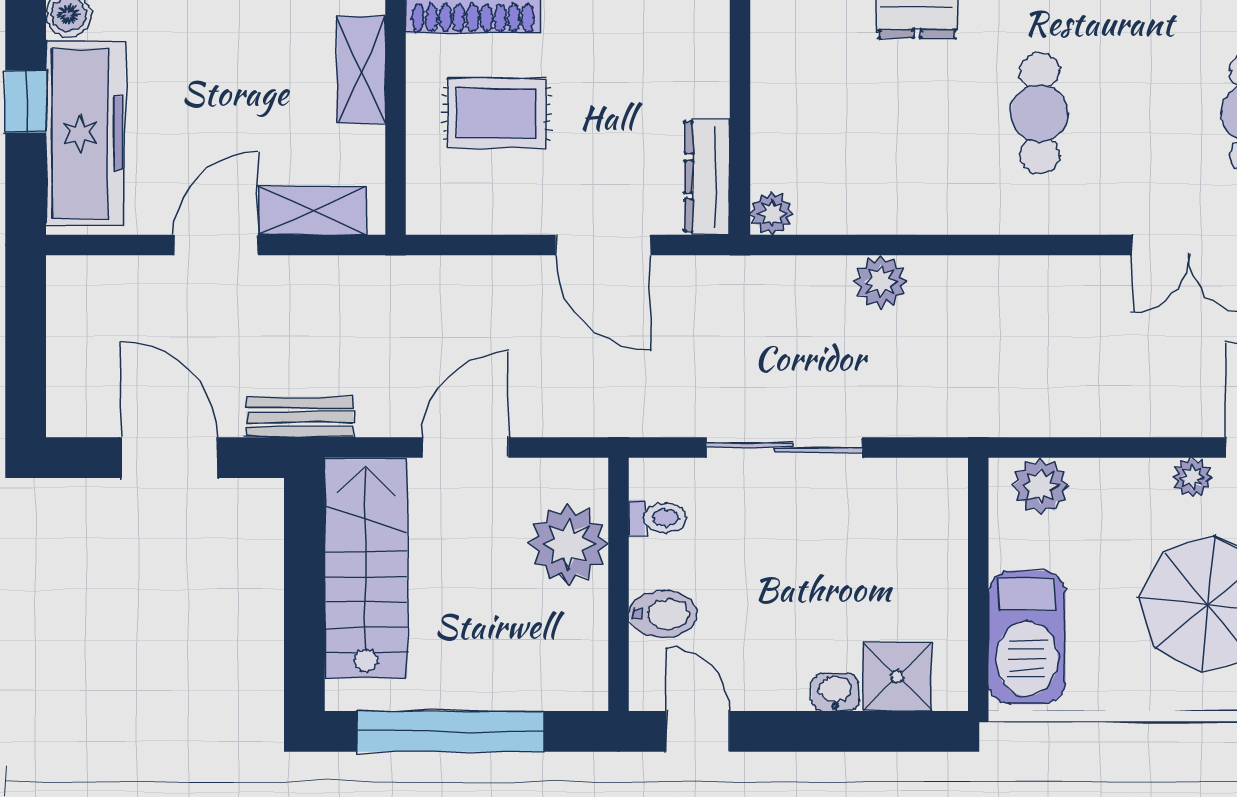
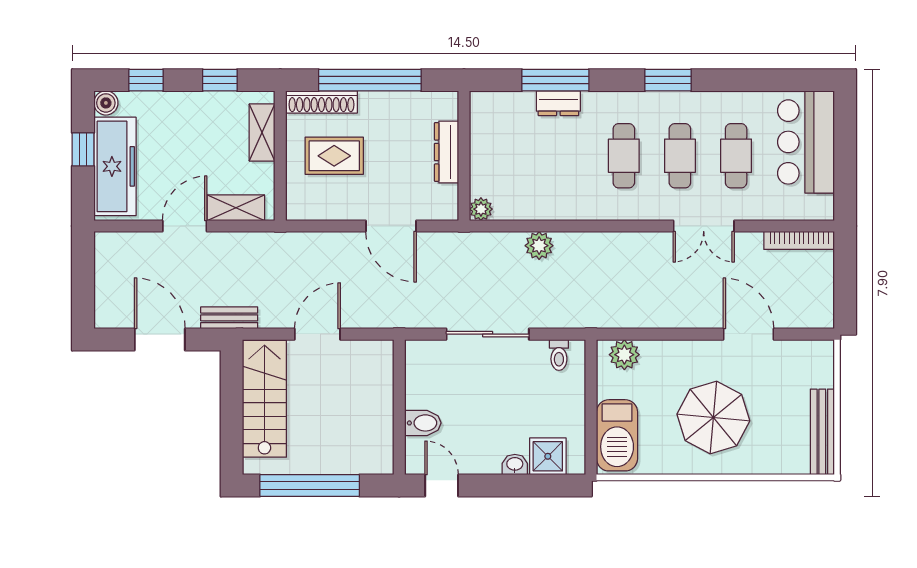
cafe table: (1145, 113) -> (680, 156), added
dresser: (707, 177) -> (447, 152), moved
plant: (1192, 477) -> (705, 350), removed
toilet: (657, 518) -> (559, 355), moved, turned 90
plant: (568, 544) -> (373, 386), removed

